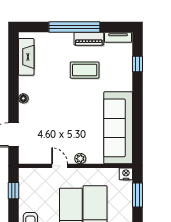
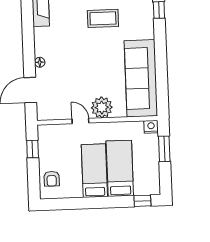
floor lamp: (23, 98) -> (40, 62), moved
plant: (80, 159) -> (102, 107), width x1.88, depth x1.88

